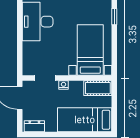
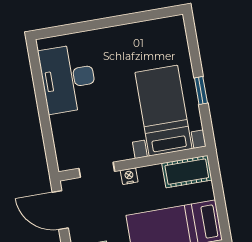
window: (114, 17) -> (201, 90), moved

